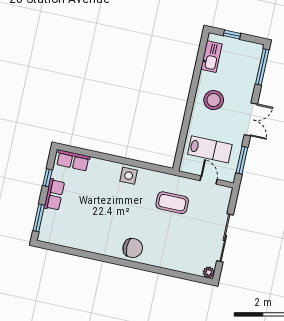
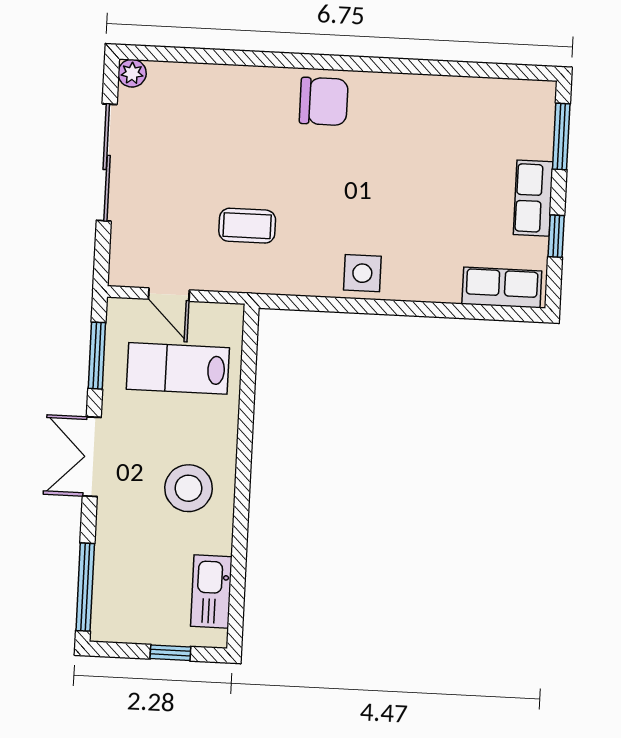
coffee table: (172, 203) -> (247, 226), width x0.73, depth x0.77
chair: (133, 248) -> (324, 101), turned 180

